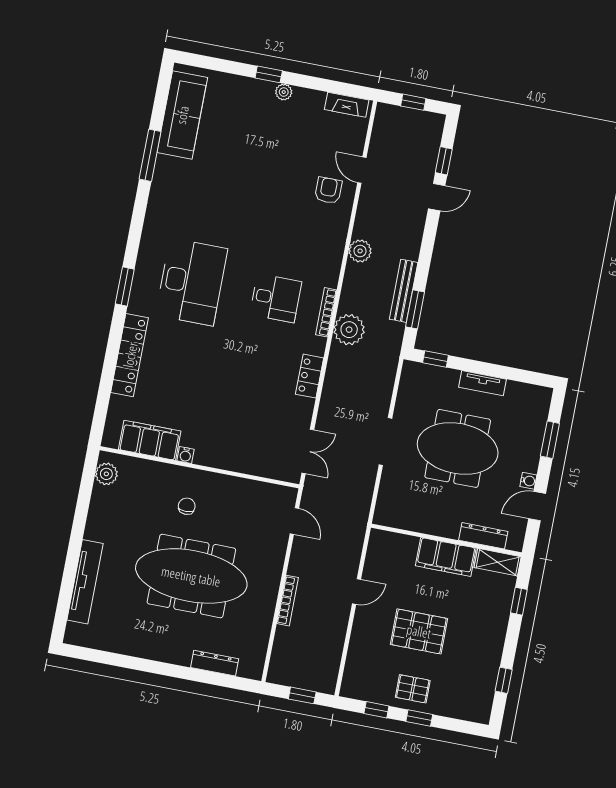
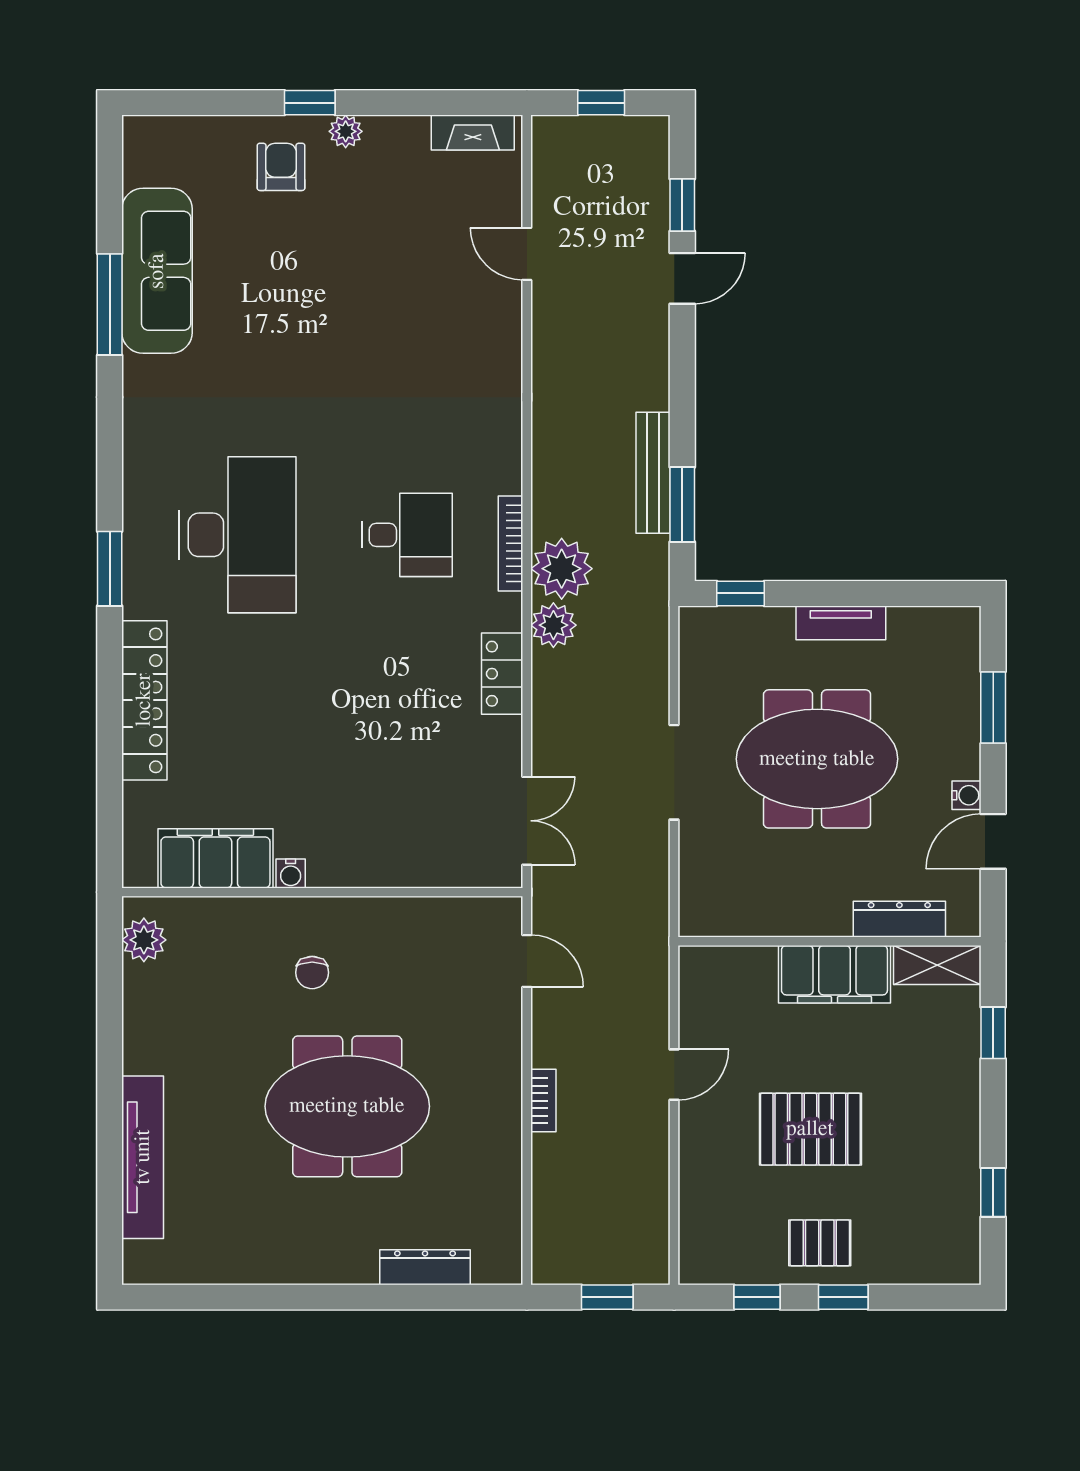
sofa: (182, 115) -> (157, 271), moved
armchair: (328, 190) -> (281, 167), moved
plant: (360, 251) -> (553, 625), moved
chair: (187, 506) -> (312, 973), turned 180
meeting table: (191, 576) -> (347, 1106), width x0.73
bookcase: (288, 601) -> (543, 1101), width x0.64

